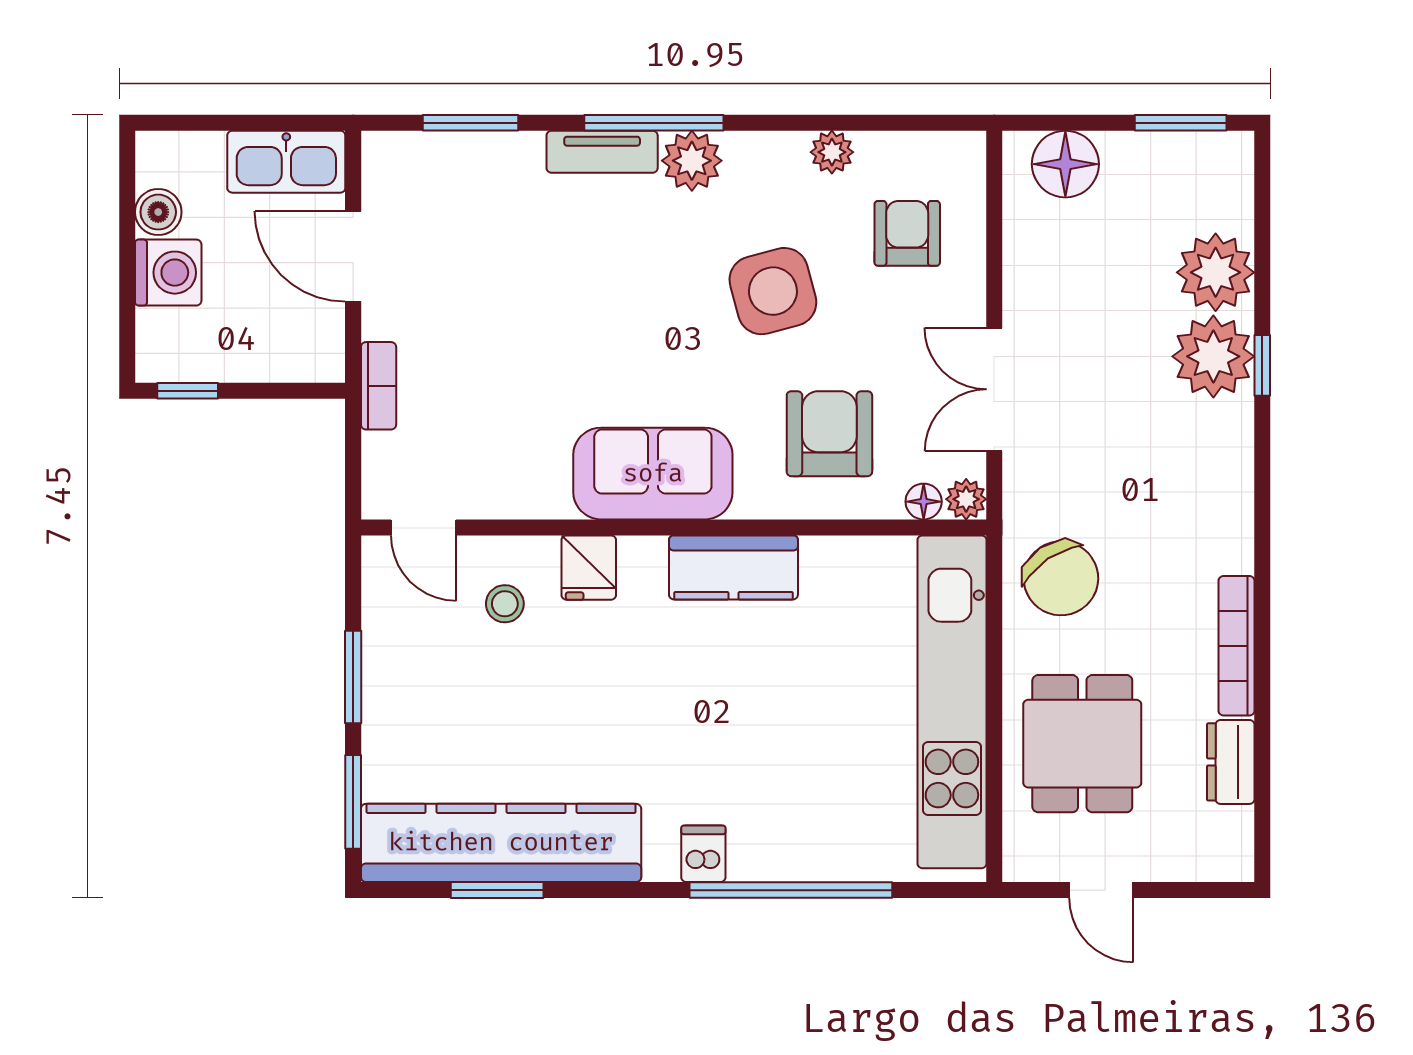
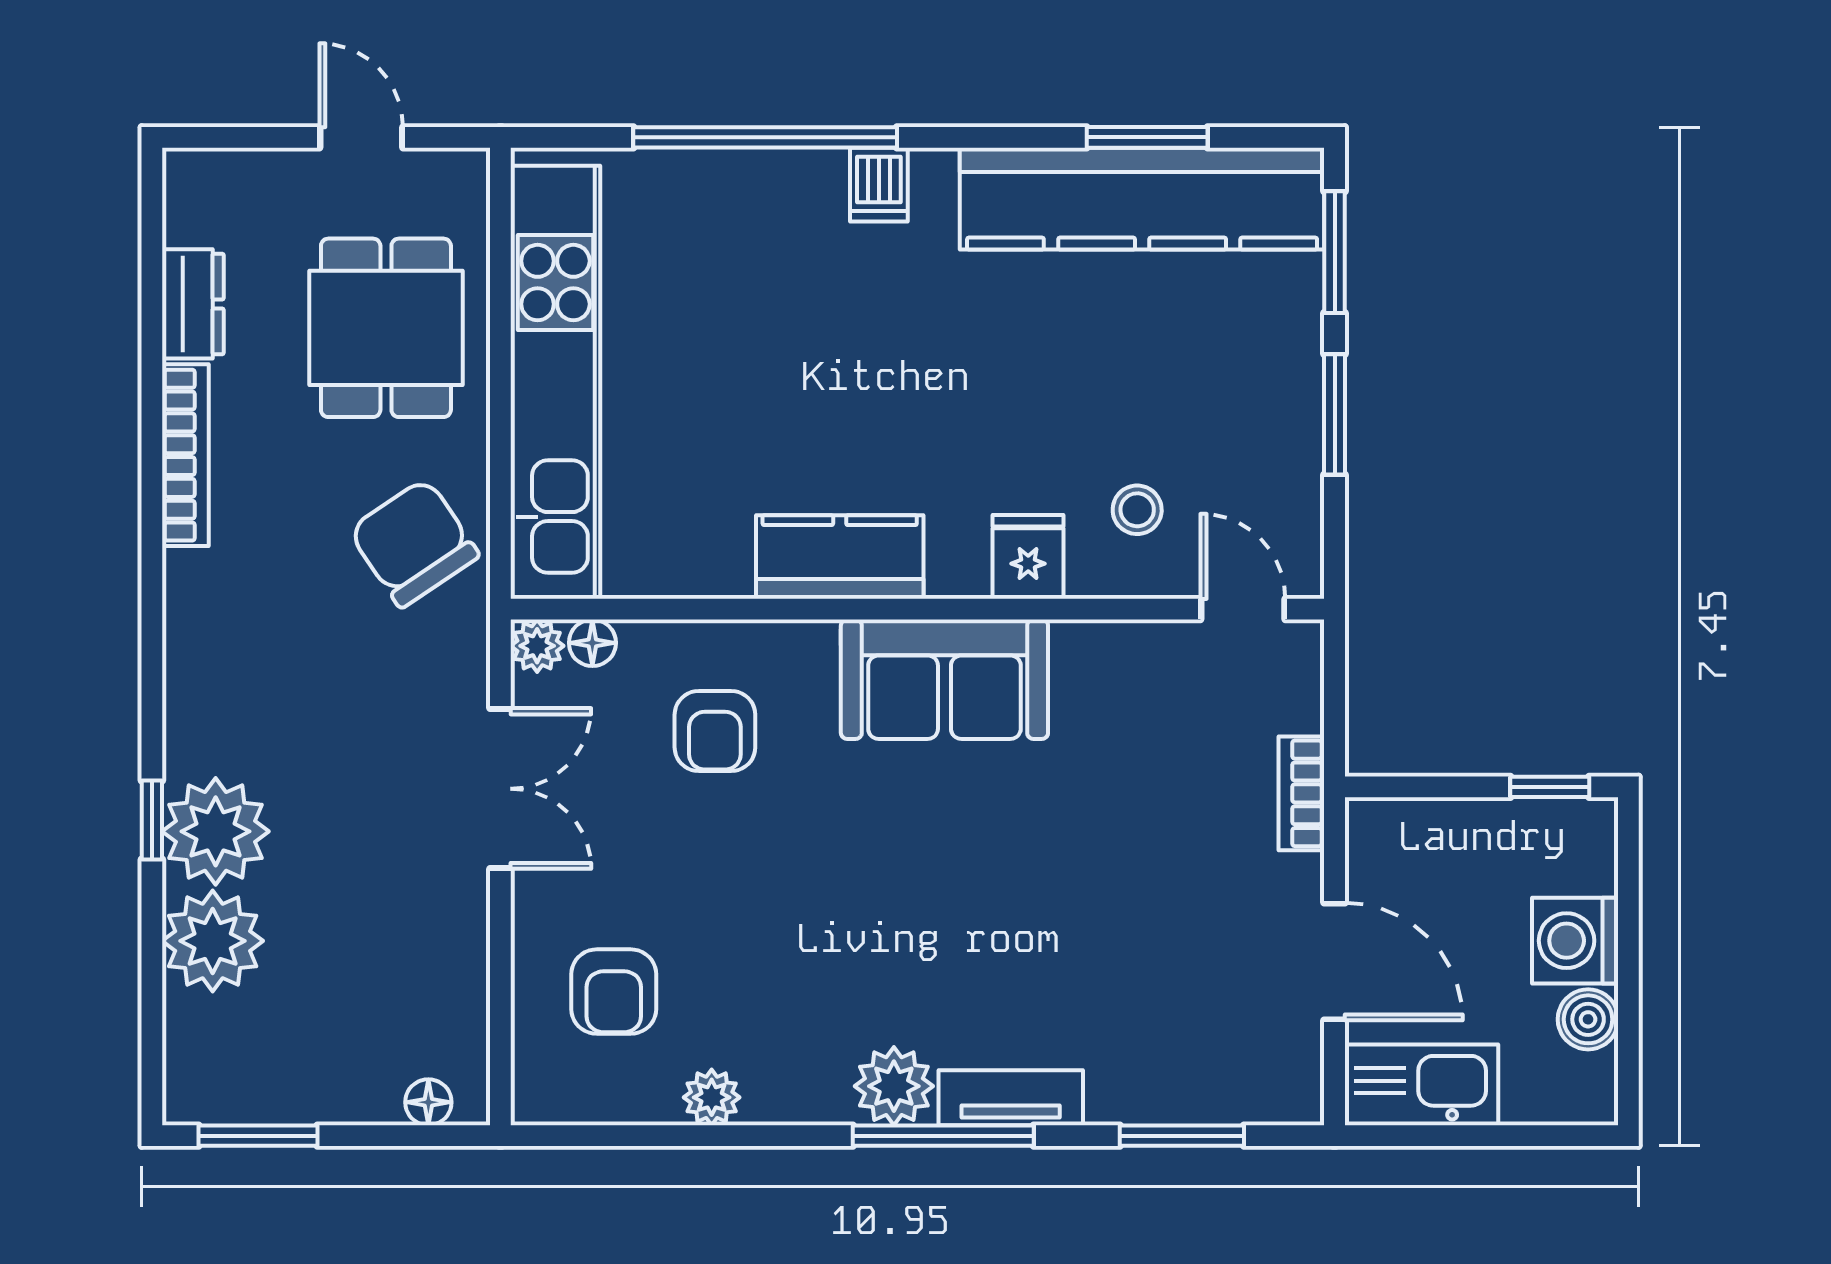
floor lamp: (1065, 164) -> (428, 1102), width x0.53, depth x0.53
side table: (773, 291) -> (788, 917), removed
armchair: (829, 434) -> (715, 731), width x0.72, depth x0.72

